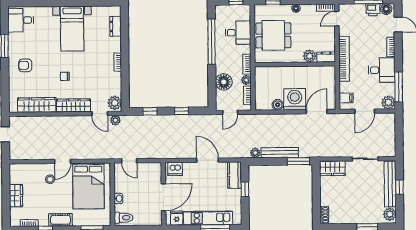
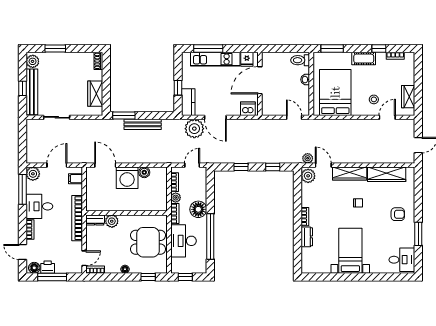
dresser: (115, 26) -> (307, 237), moved
desk: (238, 33) -> (183, 241), width x1.37
floor lamp: (224, 82) -> (198, 209), moved
door: (317, 112) -> (105, 165), swing flipped
plant: (255, 153) -> (194, 129), moved, width x1.87, depth x1.87
door: (63, 161) -> (387, 117), moved
wardrobe: (332, 168) -> (95, 94), moved, turned -90
wardrobe: (16, 196) -> (408, 97), moved

